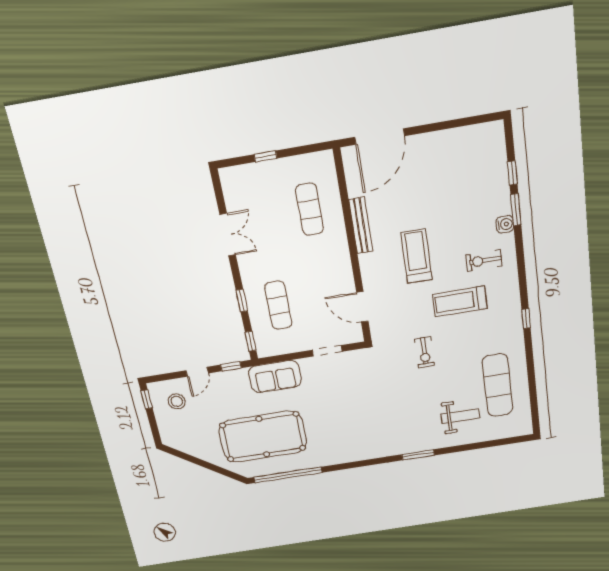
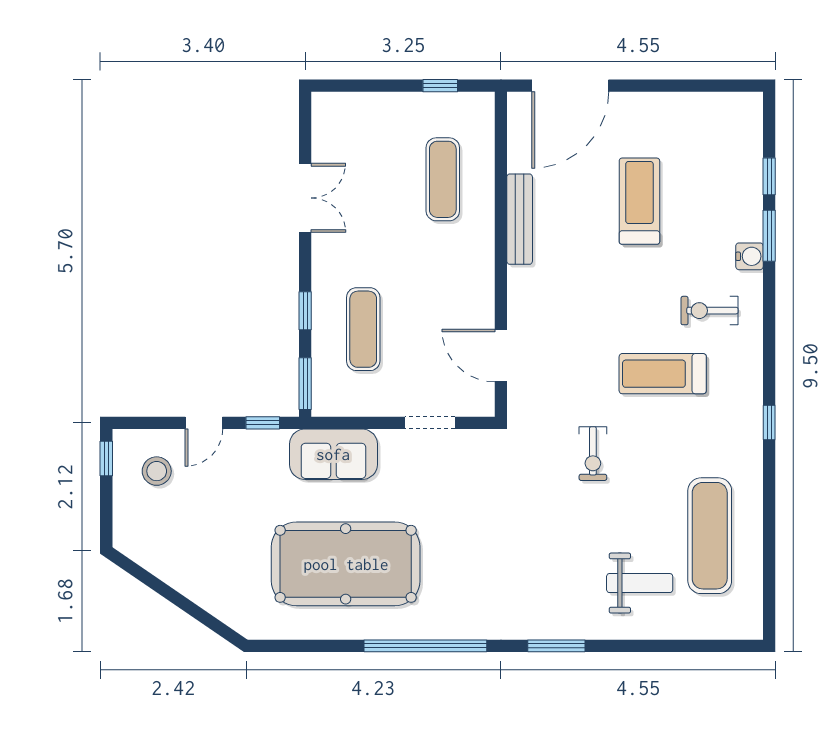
window: (265, 156) -> (440, 86), moved
treadmill: (416, 256) -> (639, 201), moved
window: (251, 341) -> (305, 384), width x1.50
pool table: (263, 437) -> (346, 564), moved
window: (288, 475) -> (425, 646), moved

